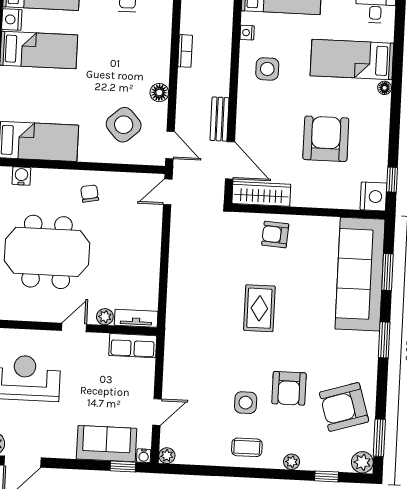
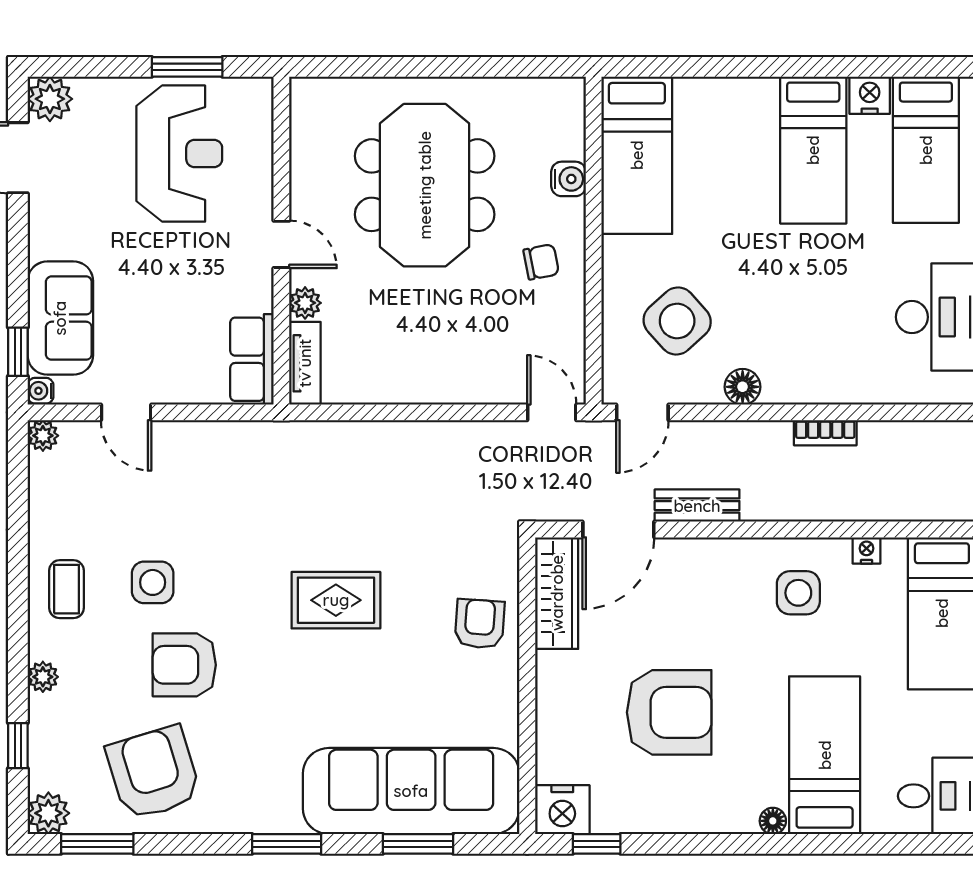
water cooler: (21, 176) -> (569, 179), moved

